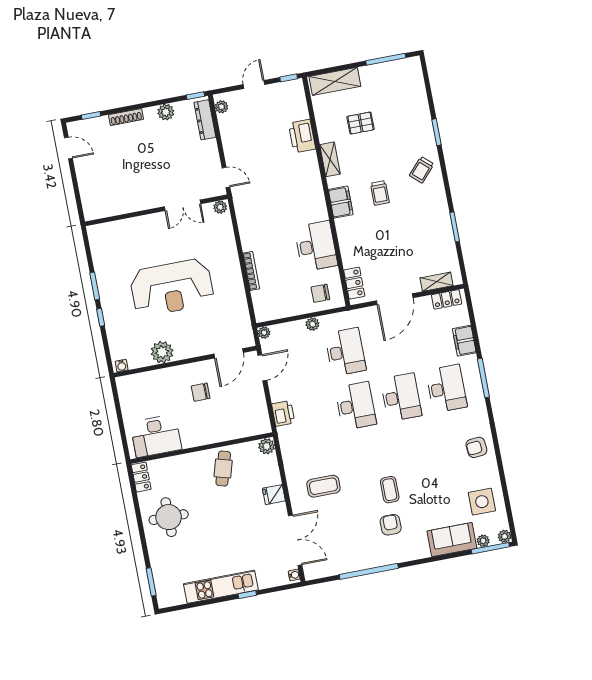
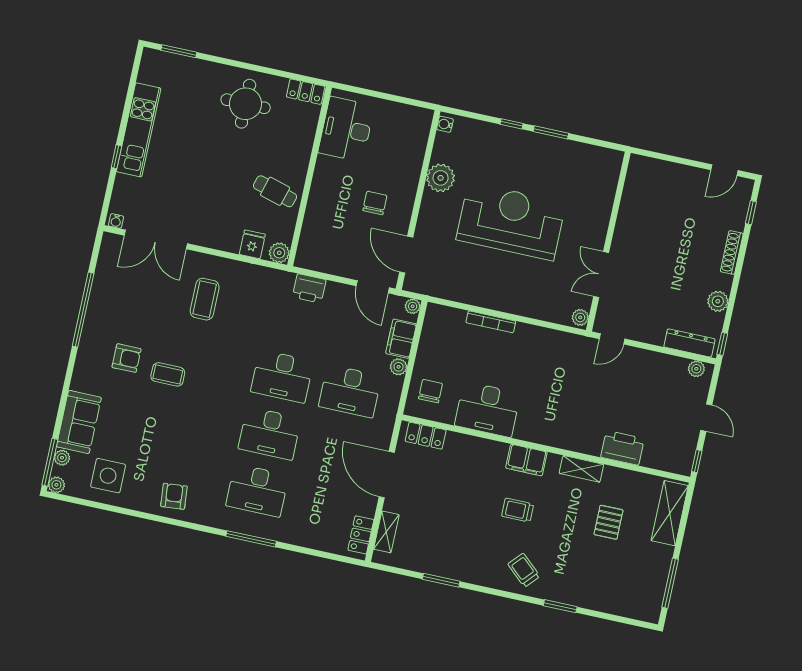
reception desk: (172, 288) -> (511, 221), turned 90
filing cabinet: (464, 341) -> (401, 339), moved, turned -90
fridge: (274, 495) -> (252, 244), moved

